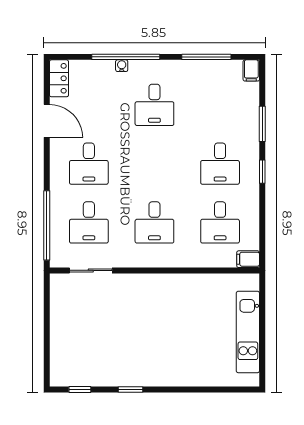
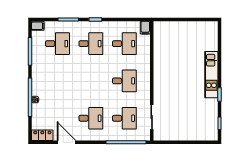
desk: (154, 105) -> (57, 44), moved
door: (47, 121) -> (67, 142), hinge flipped
kitchen unit: (248, 332) -> (211, 75), moved, turned 90

